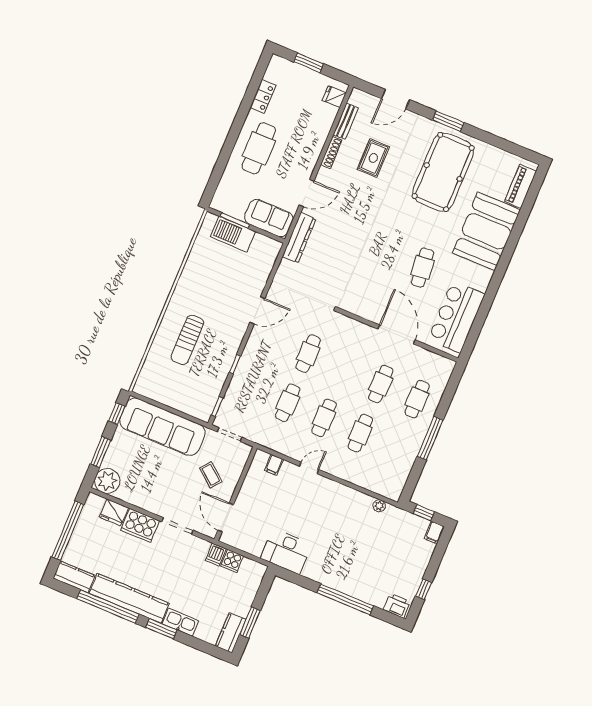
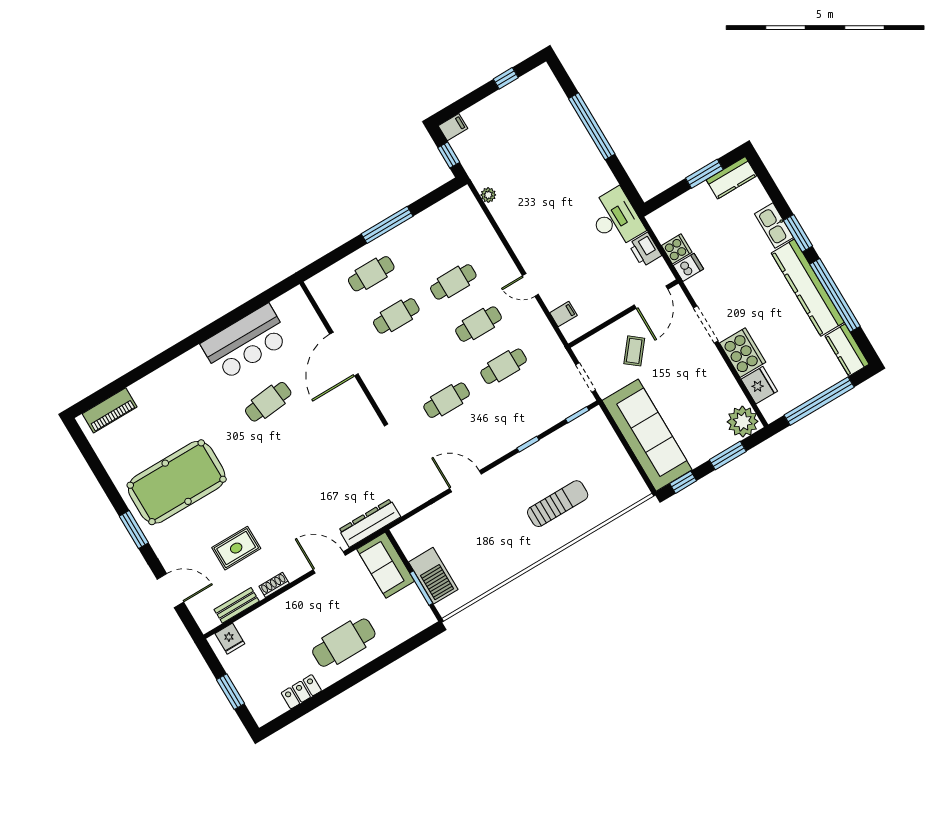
shoe rack: (331, 152) -> (274, 585), width x0.70
booth: (486, 231) -> (177, 391), removed
bar counter: (456, 317) -> (245, 342), moved
printer: (397, 606) -> (645, 250), moved

